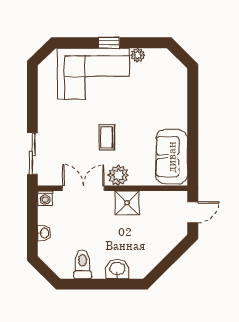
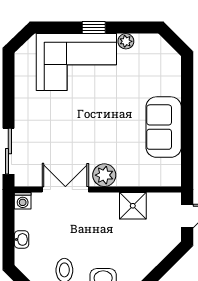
coffee table: (107, 137) -> (91, 133), removed
sofa: (172, 157) -> (164, 127), moved
shower: (127, 203) -> (133, 206), moved

